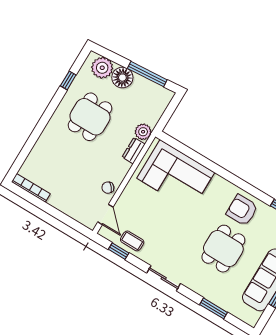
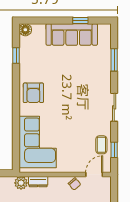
armchair: (242, 210) -> (33, 93), moved
dining table: (223, 249) -> (68, 78), removed

